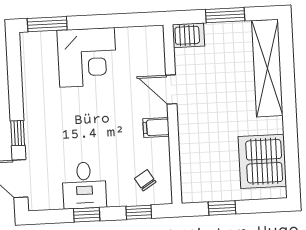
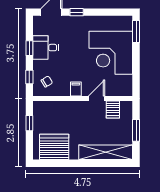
server rack: (188, 35) -> (113, 109), moved
corner desk: (87, 57) -> (111, 53), width x1.36, depth x1.36

